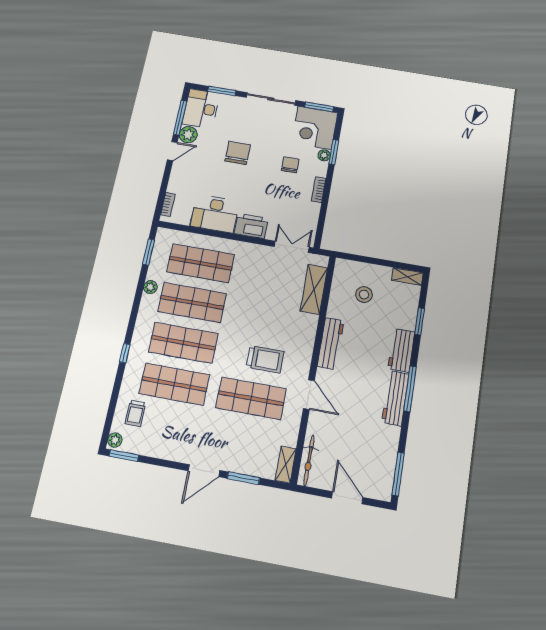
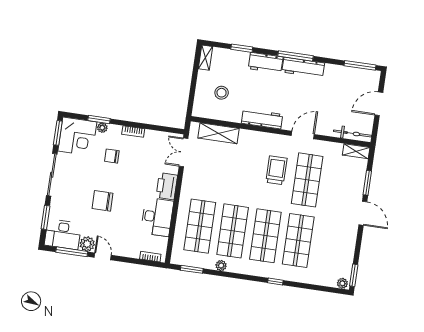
trolley: (135, 413) -> (322, 269), removed

